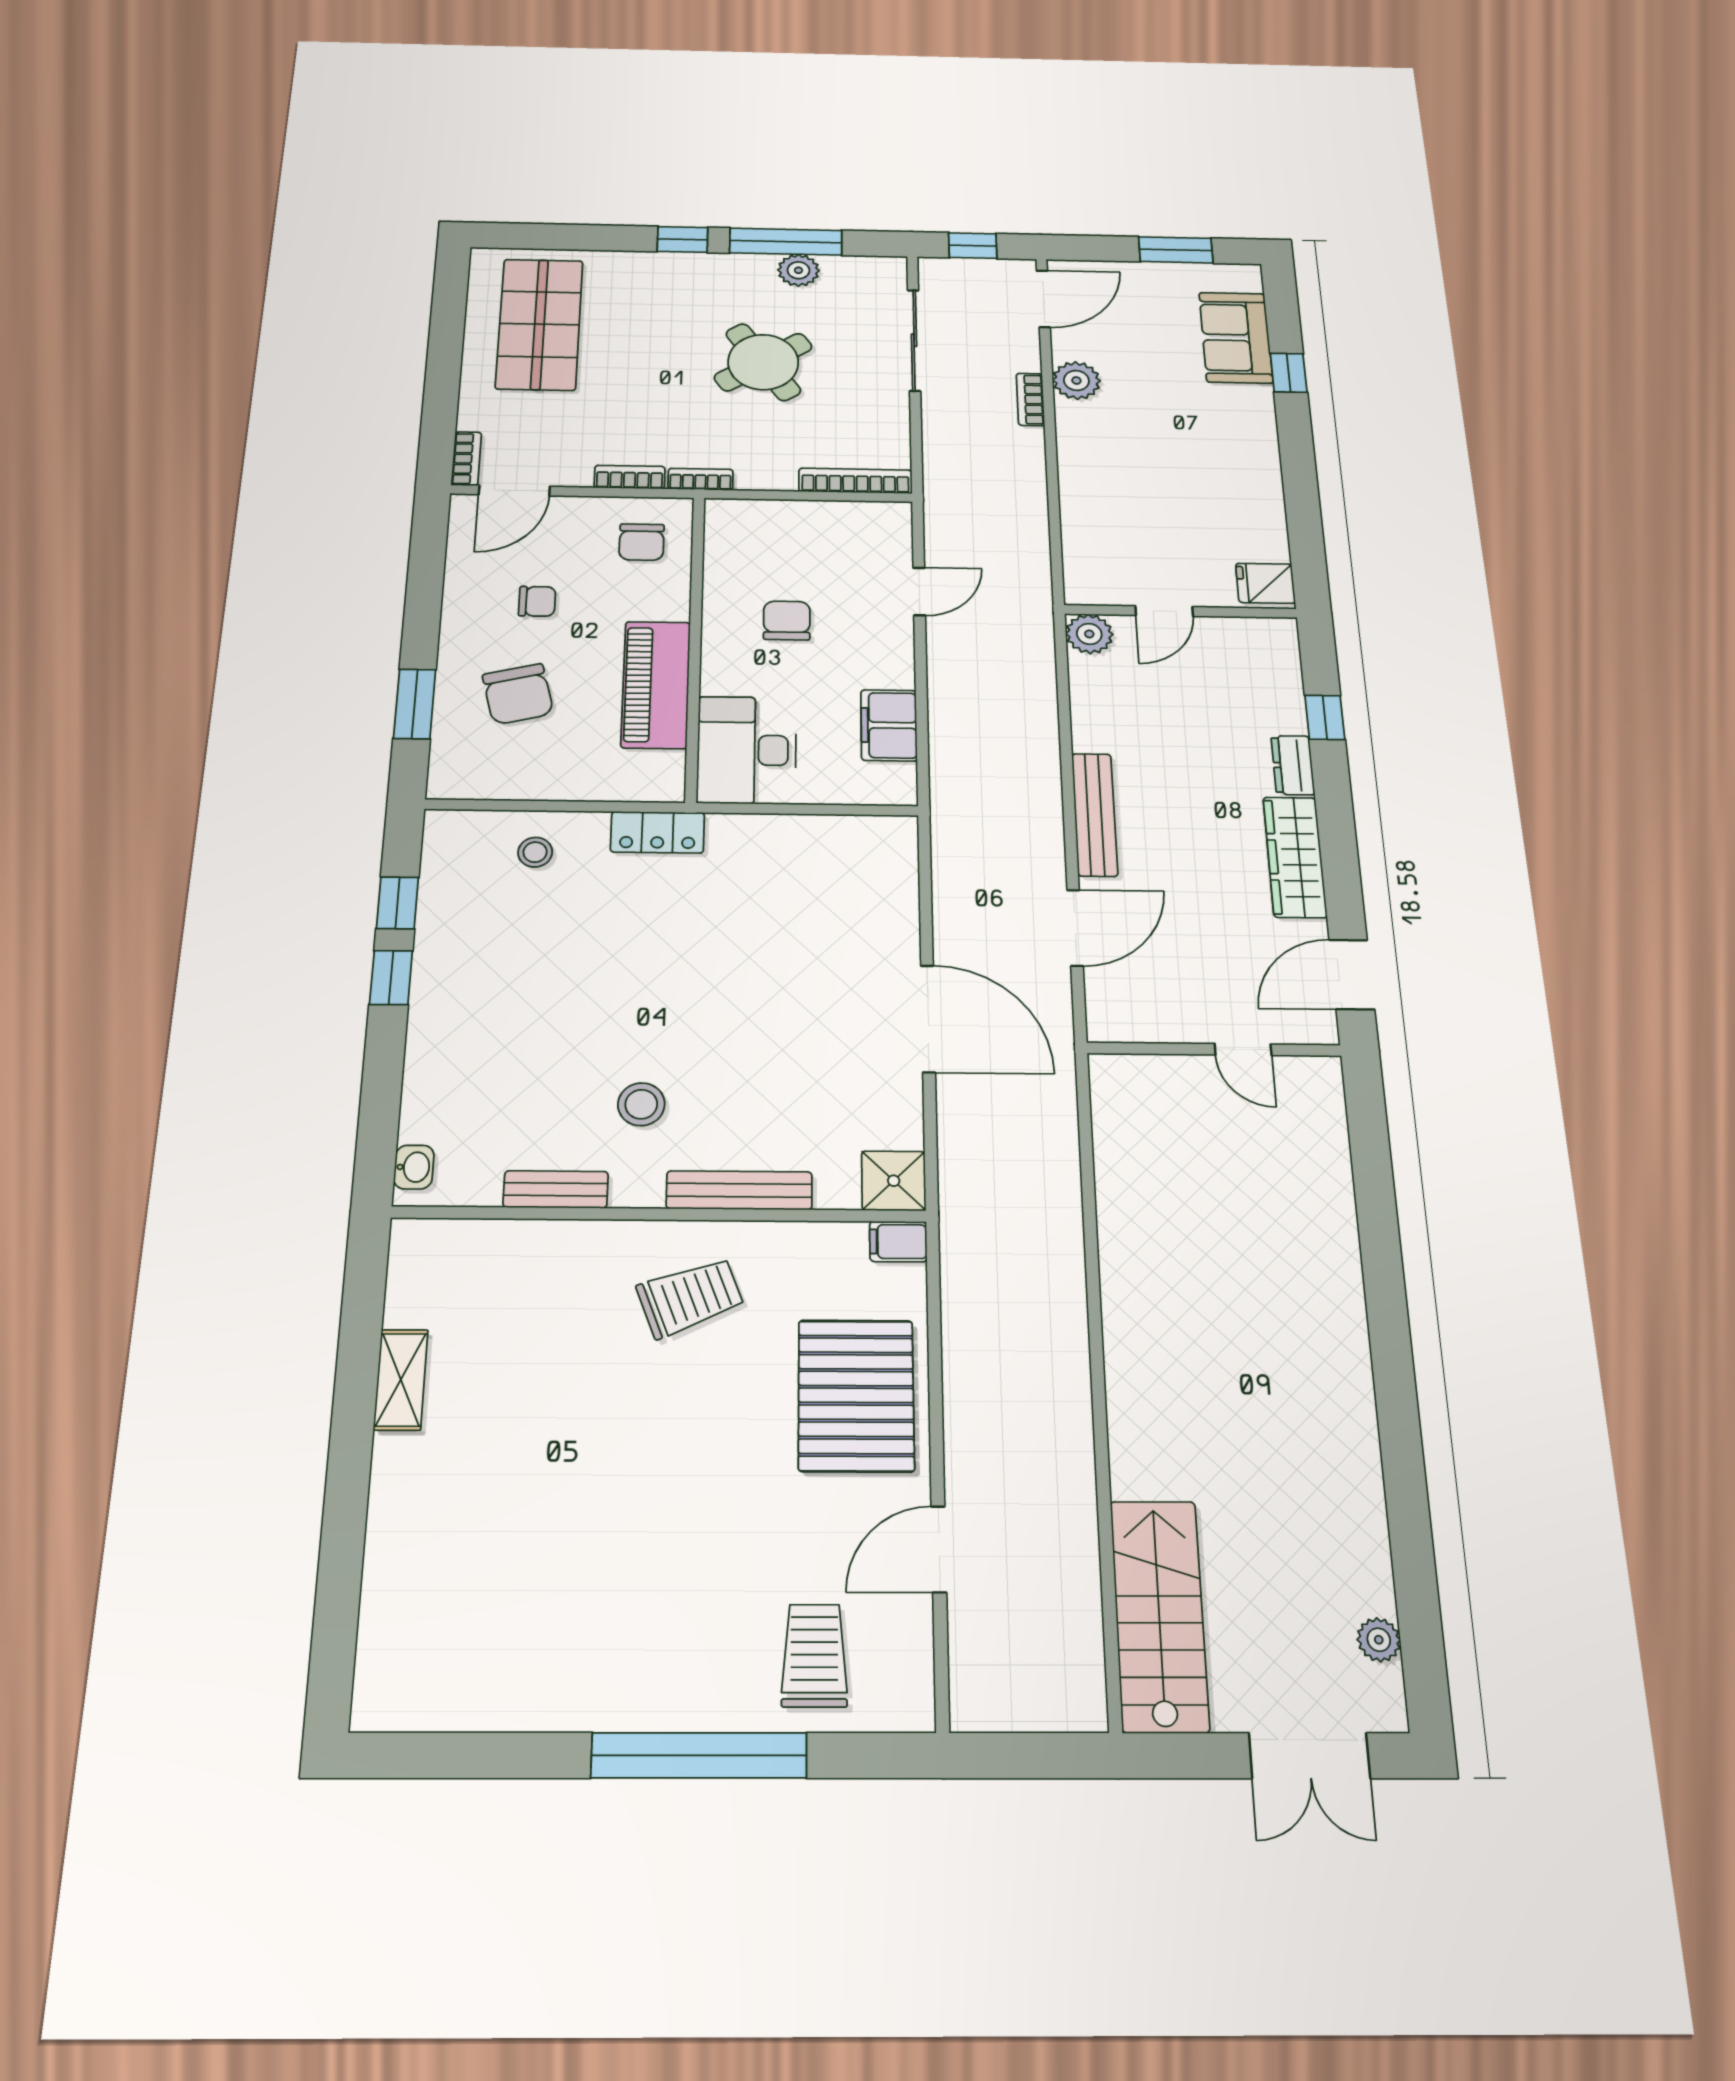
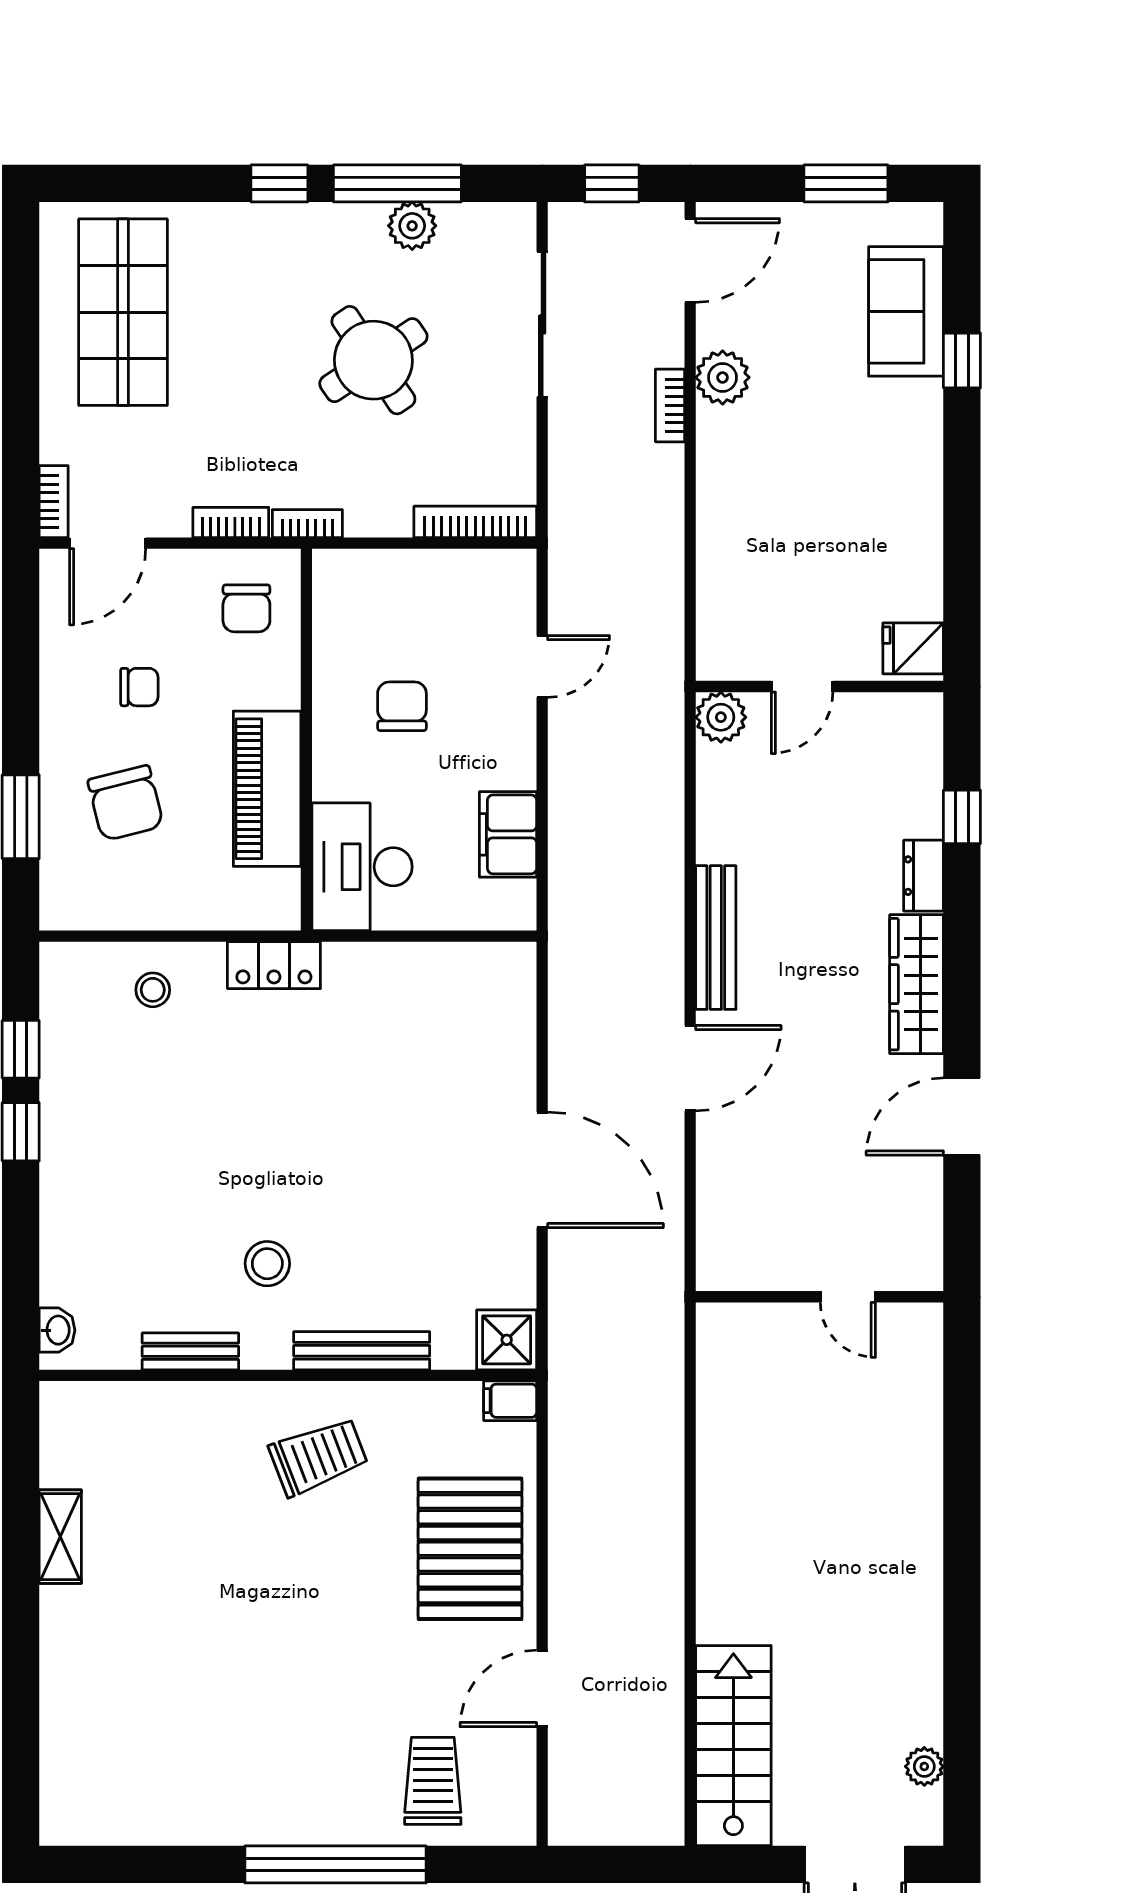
wall: (1214, 1049) -> (820, 1297), moved
door: (1243, 1050) -> (848, 1297), moved

